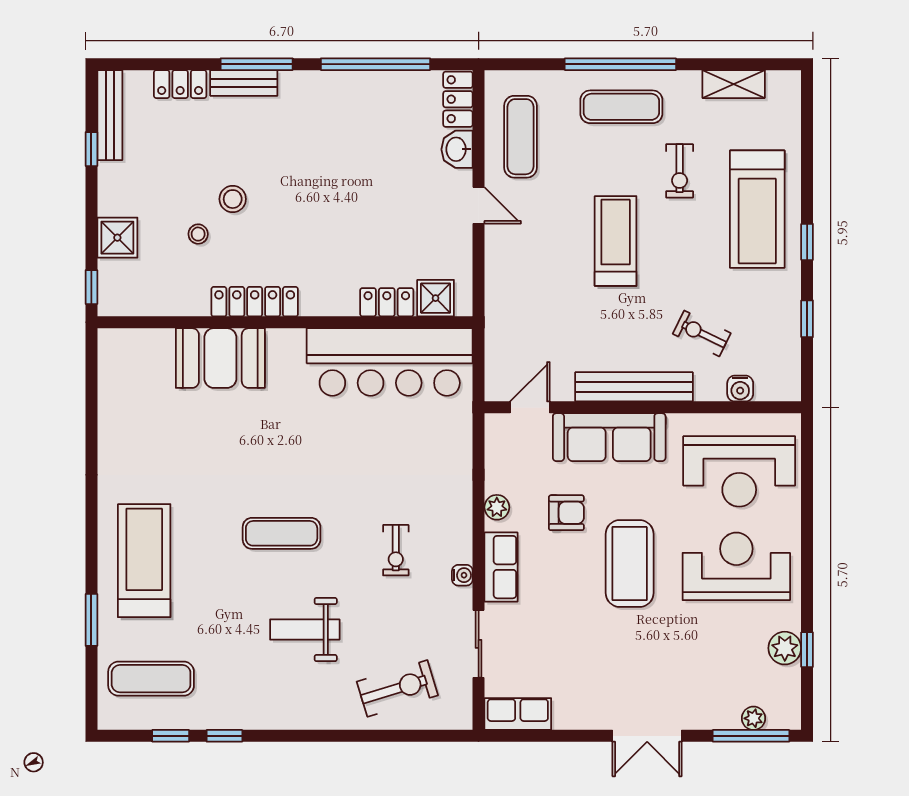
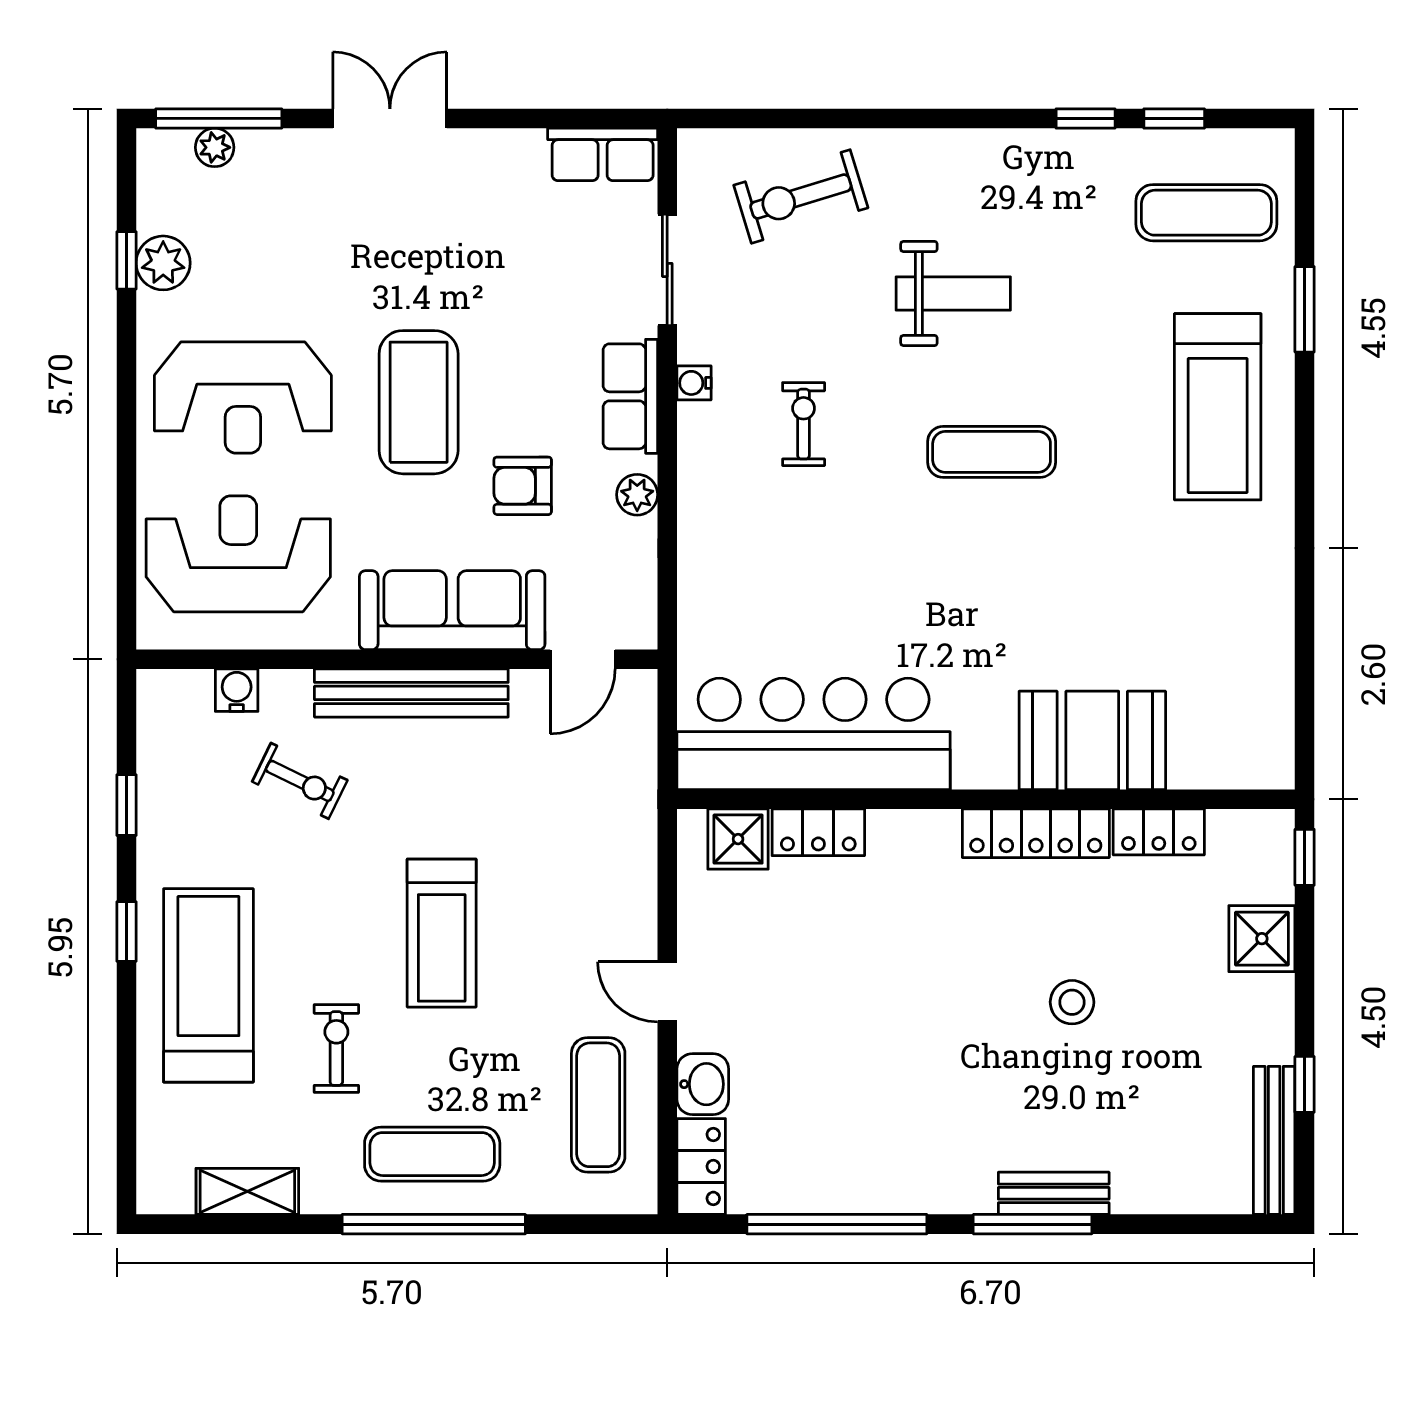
locker: (180, 84) -> (1159, 832), moved, turned 180
stool: (198, 234) -> (1129, 945), removed

